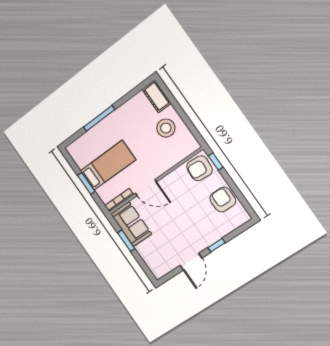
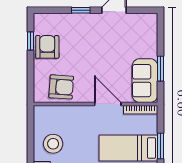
window: (216, 162) -> (31, 41), moved
armchair: (199, 168) -> (61, 87), moved
armchair: (223, 200) -> (47, 47), turned 180

